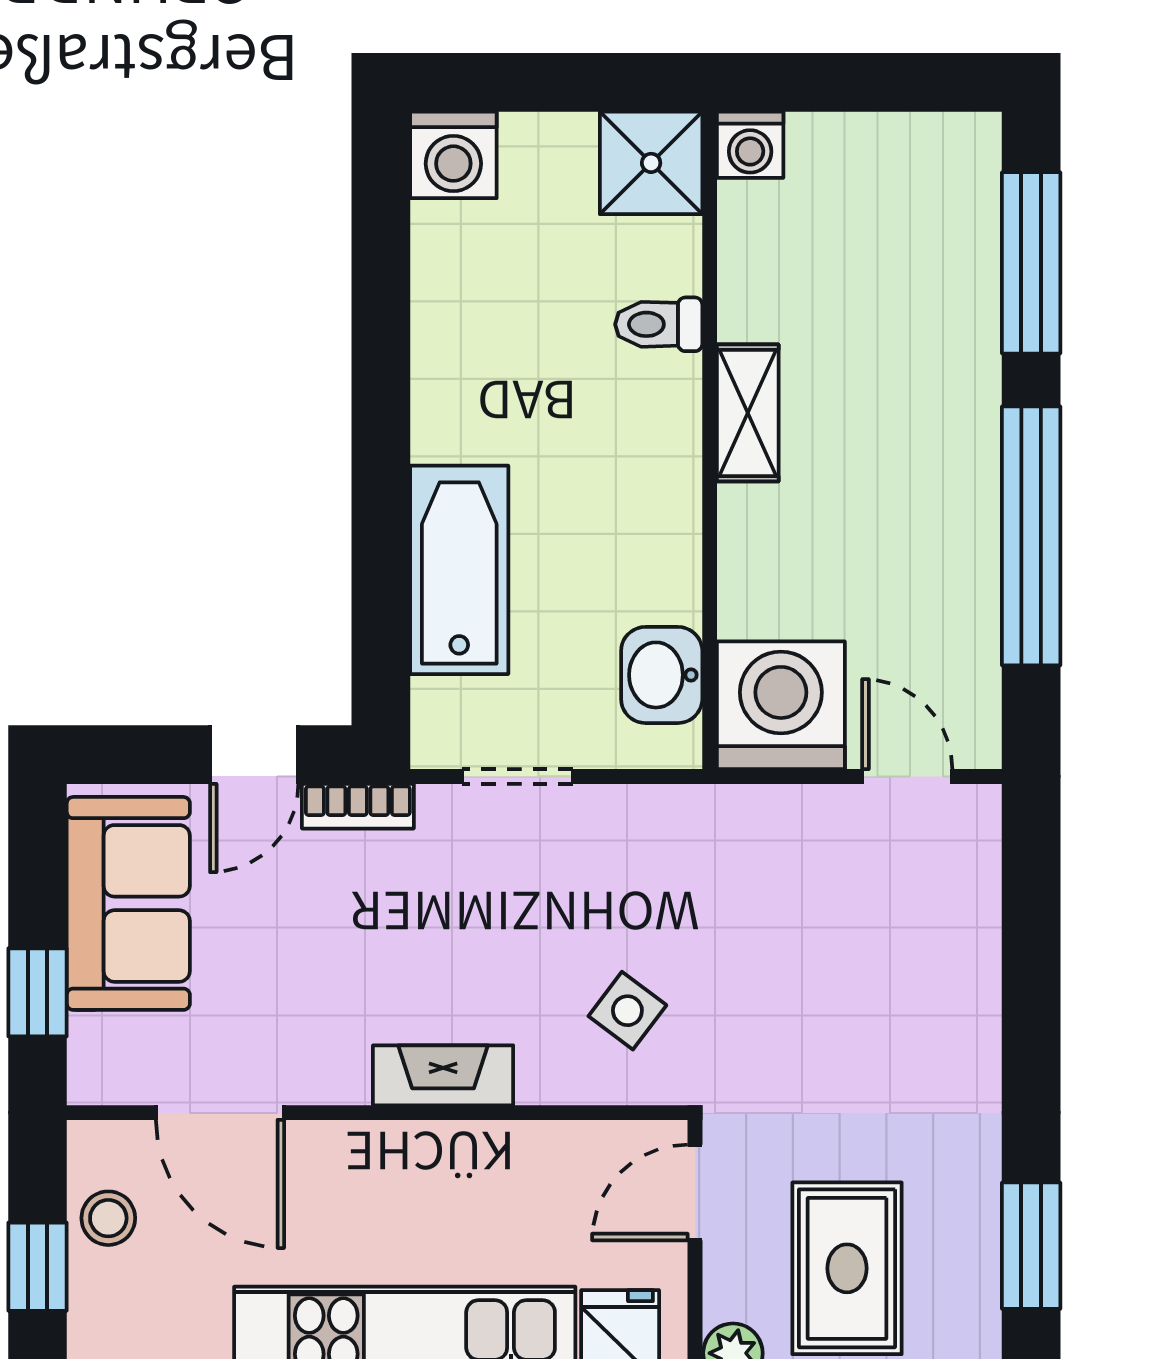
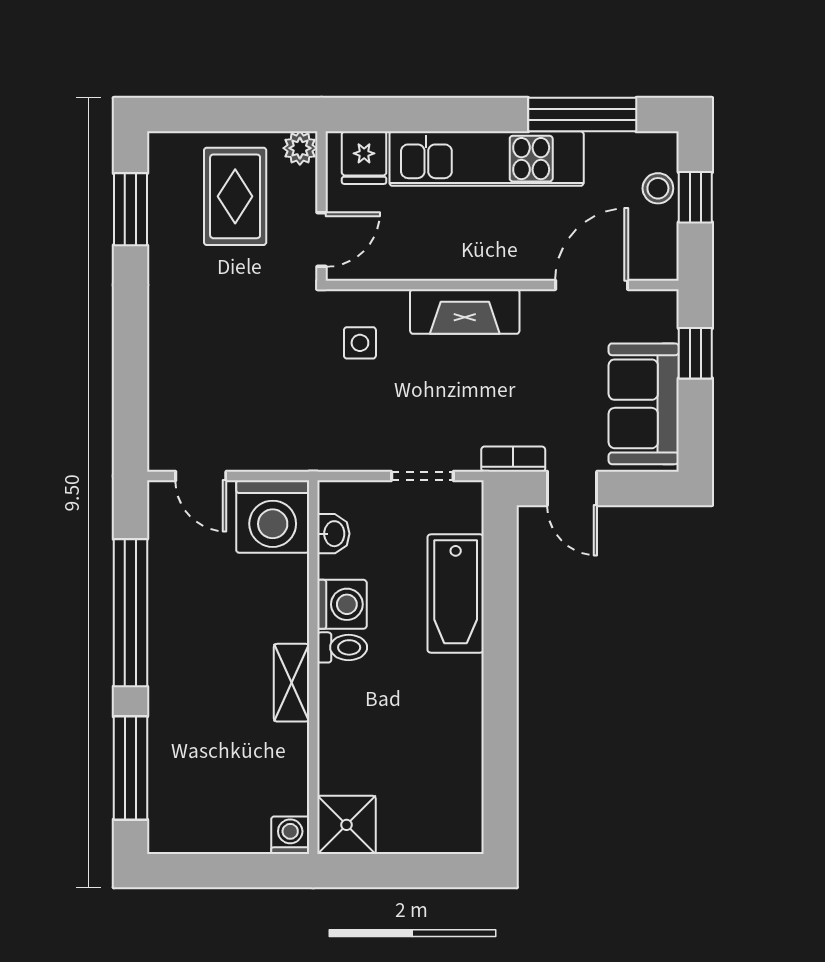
washing machine: (453, 155) -> (342, 604), moved, turned 90
toilet: (659, 324) -> (342, 647), moved
washbasin: (662, 675) -> (333, 534), width x0.72, depth x0.69
door: (254, 755) -> (572, 488), swing flipped
side table: (627, 1011) -> (360, 343), turned -37
fireplace: (443, 1075) -> (465, 312), width x1.37, depth x1.32
door: (220, 1113) -> (592, 285), hinge flipped
stool: (108, 1218) -> (658, 188), moved

